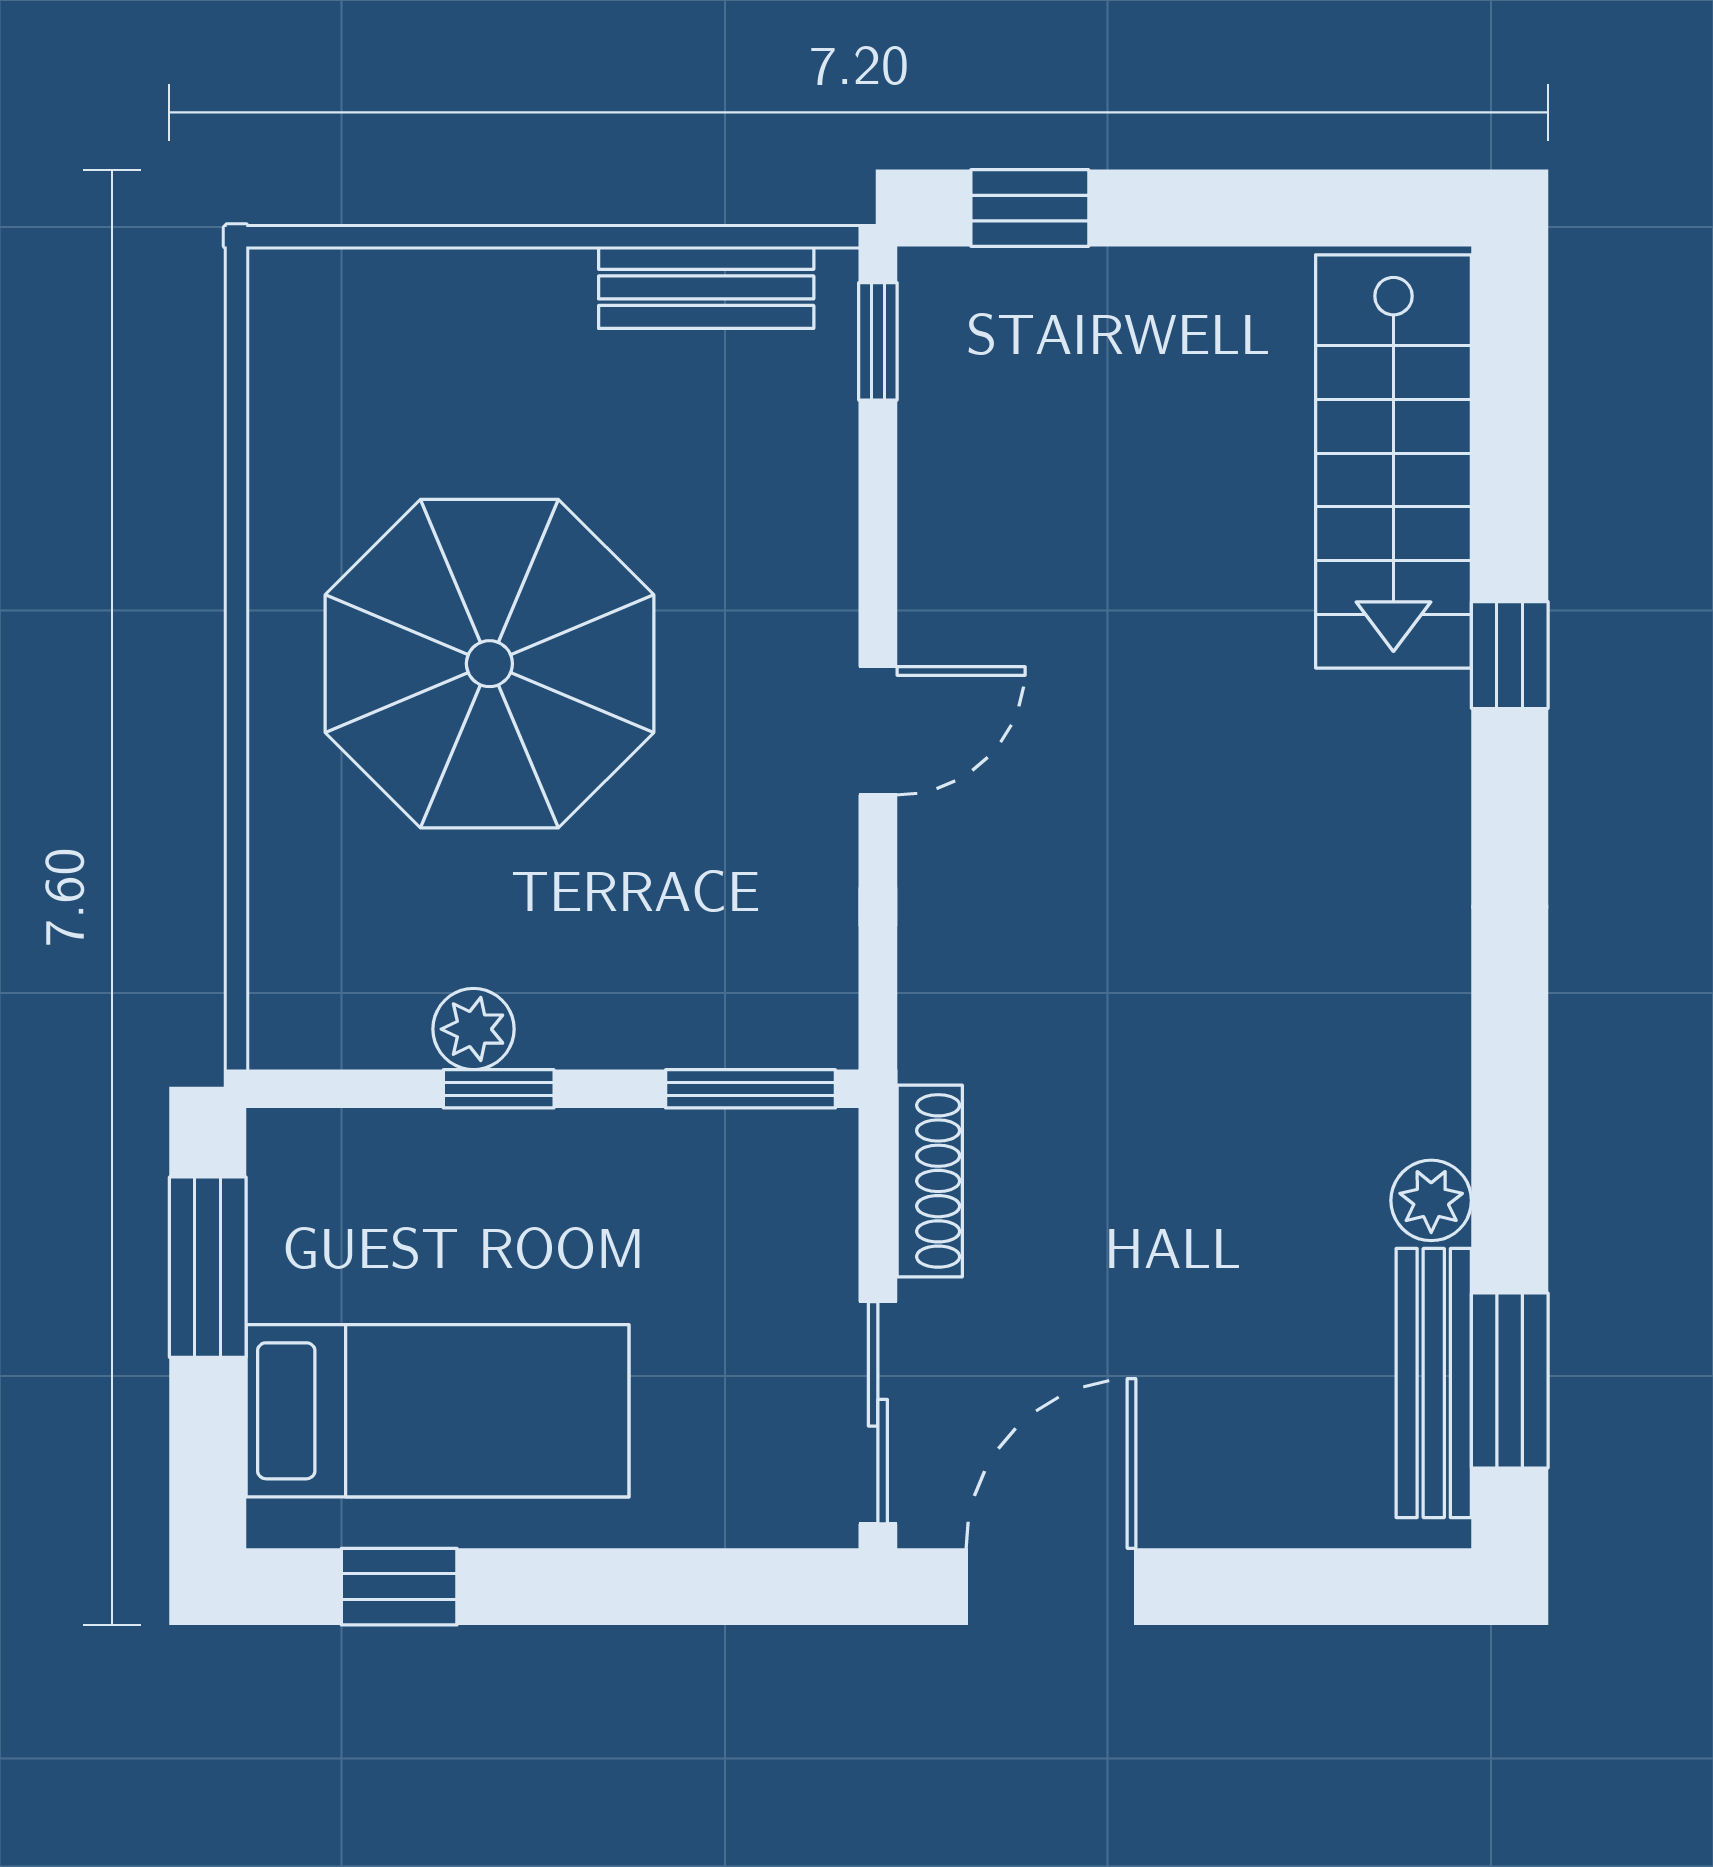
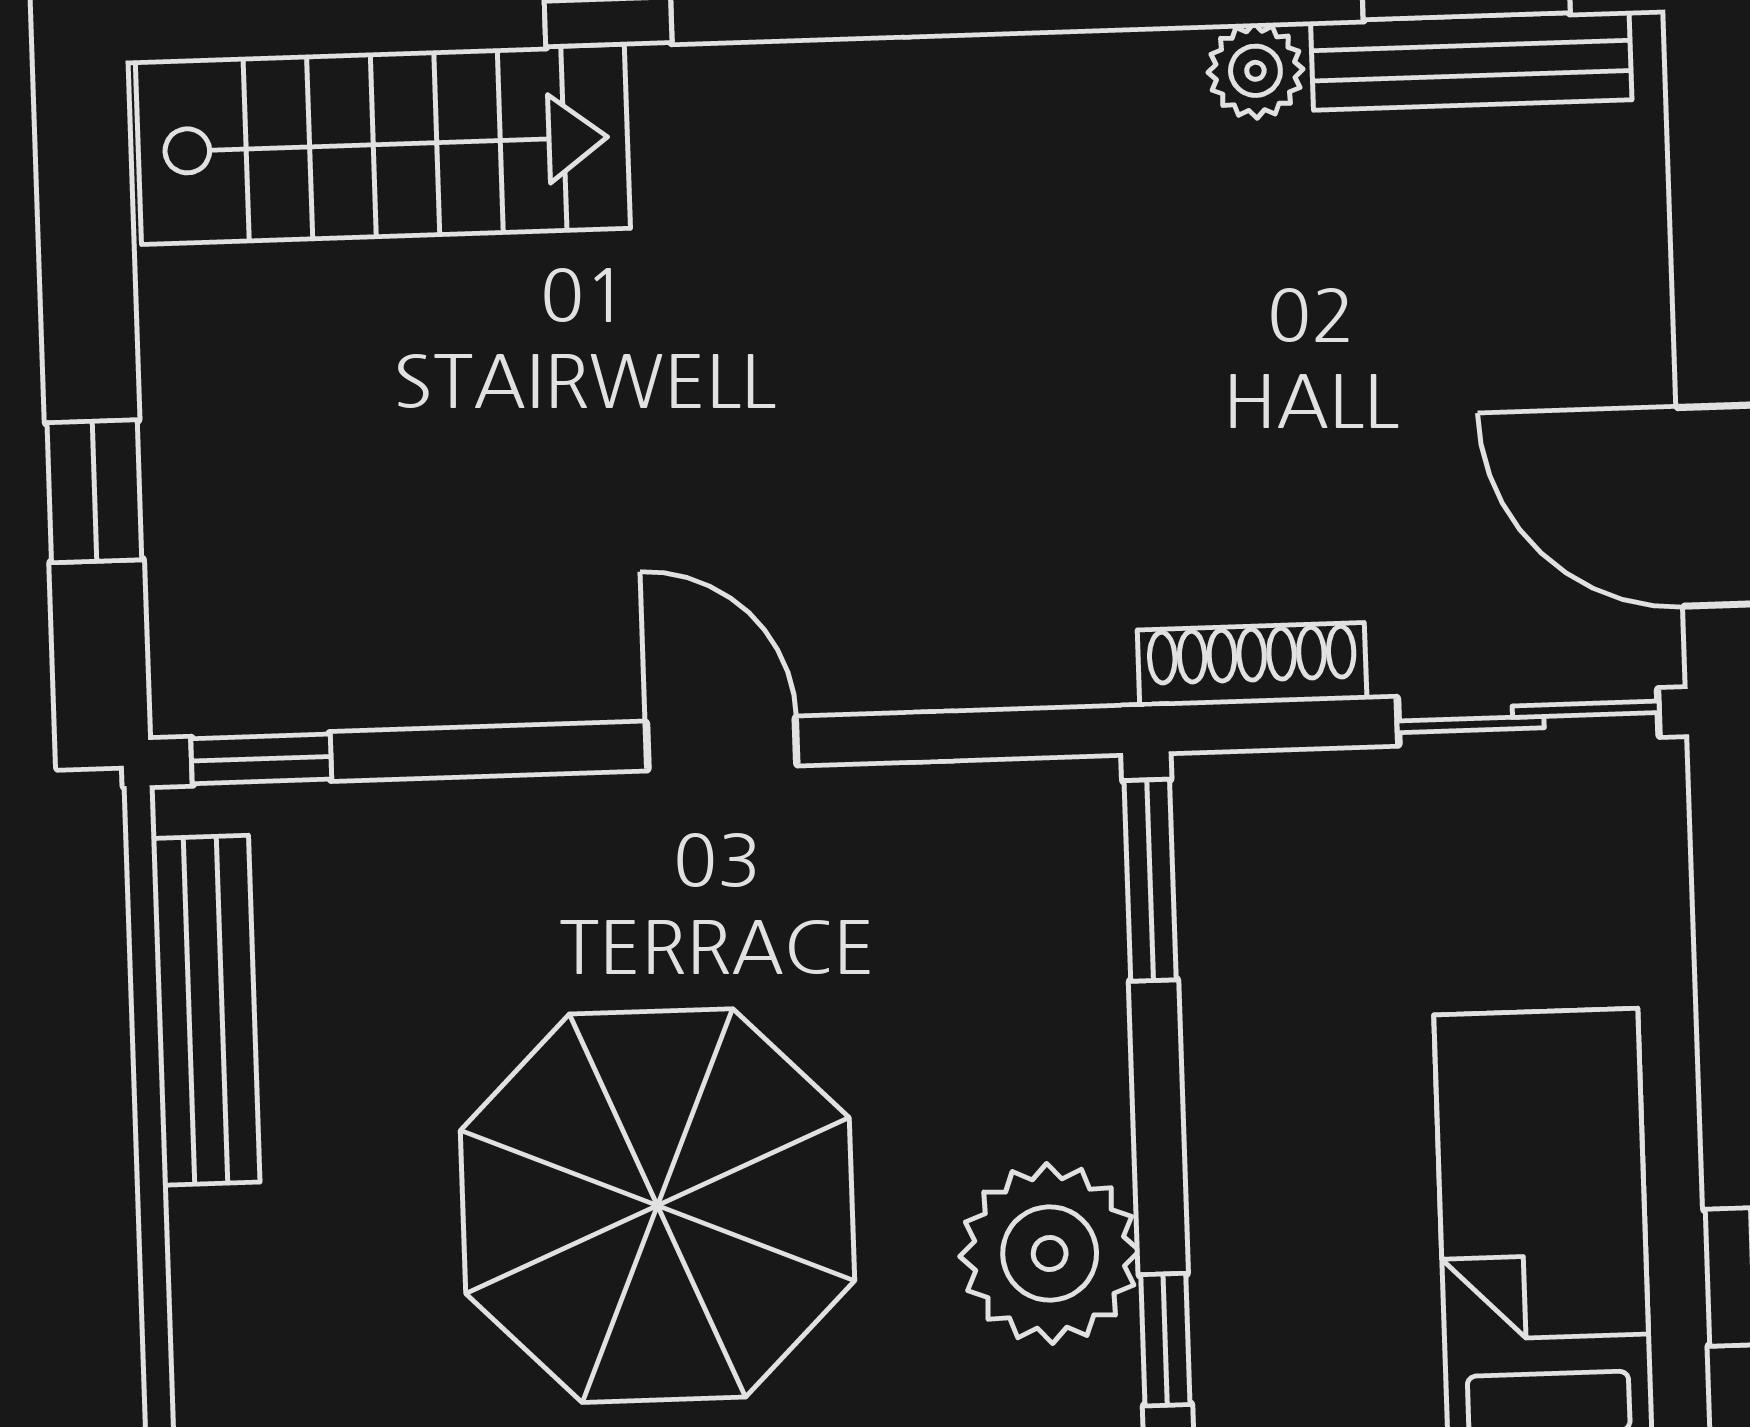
window: (1030, 208) -> (94, 491), moved
bench: (706, 287) -> (206, 1010), width x1.36
plant: (474, 1029) -> (1050, 1253), width x1.87, depth x1.87
window: (499, 1089) -> (1165, 1340), moved

